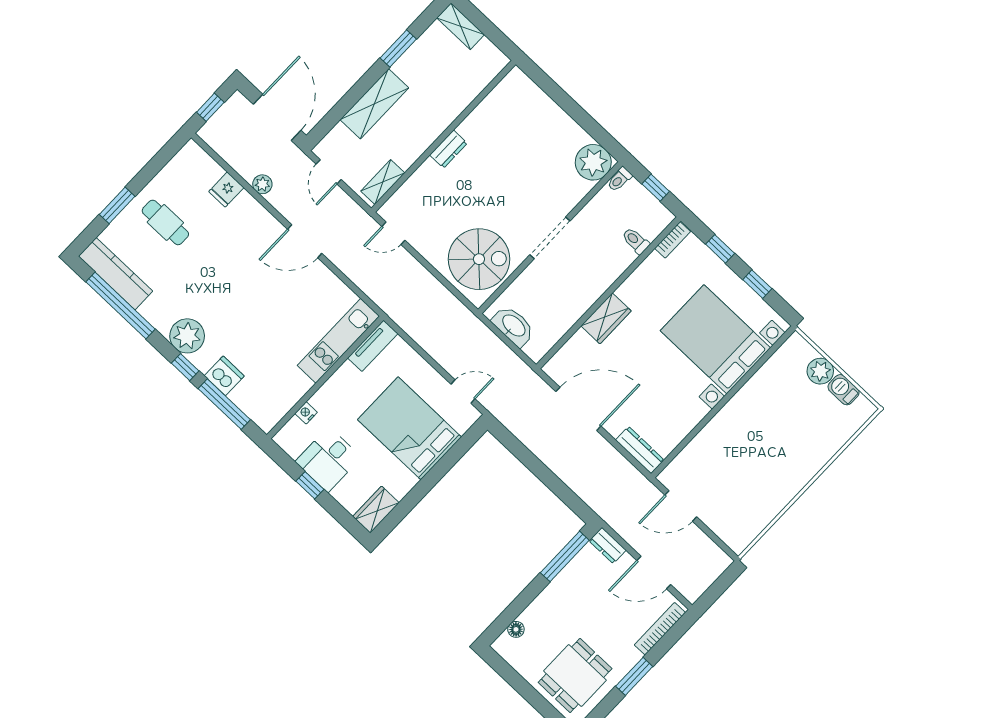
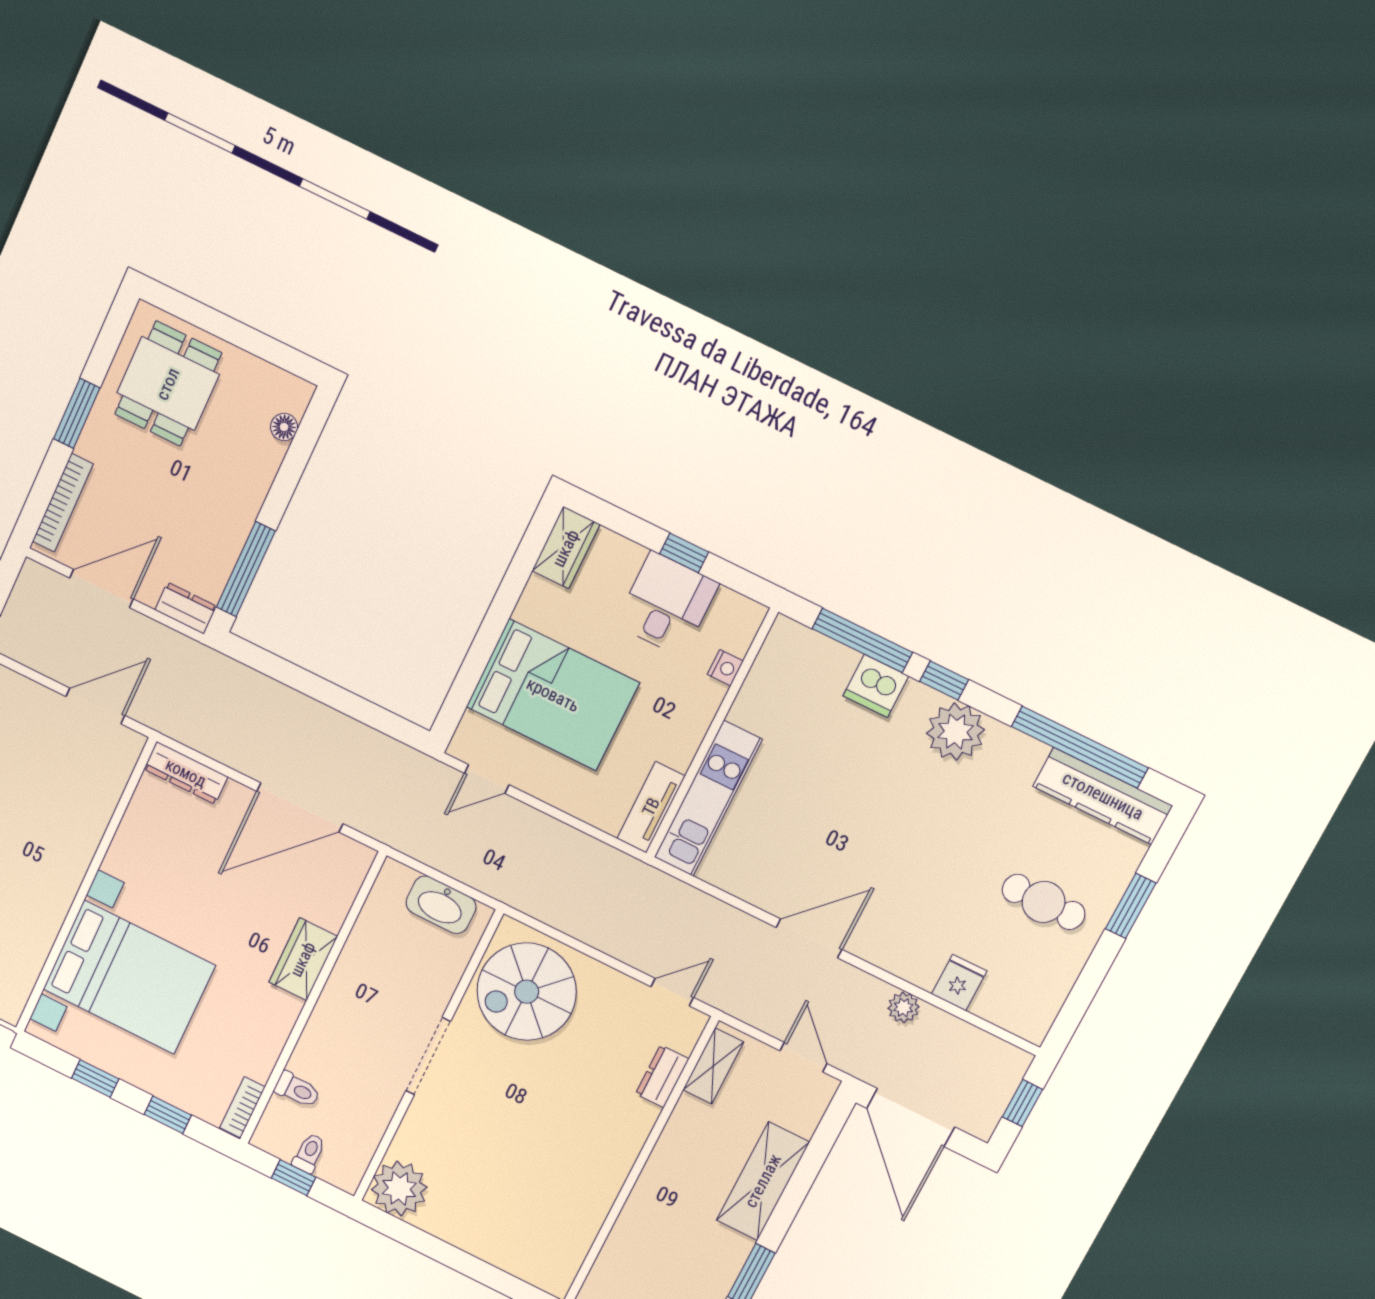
dresser: (448, 149) -> (662, 1076), moved
toilet: (619, 179) -> (309, 1153), moved

